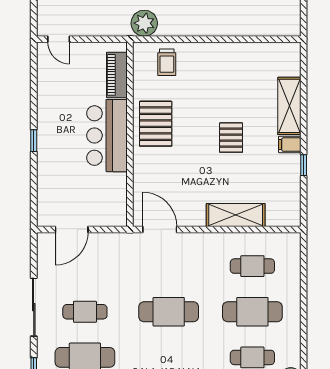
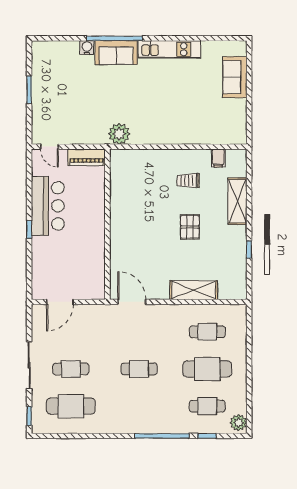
trolley: (167, 62) -> (188, 181), moved, turned 90
piano: (117, 75) -> (87, 157), moved, turned -90
pallet: (156, 124) -> (128, 216), removed
bar counter: (107, 136) -> (48, 206), moved, turned 180
filing cabinet: (290, 145) -> (218, 158), moved, turned -90
cafe table: (169, 312) -> (139, 369), width x0.73, depth x0.74

